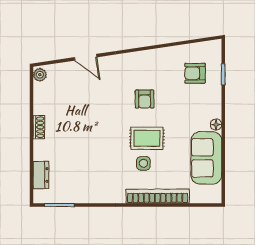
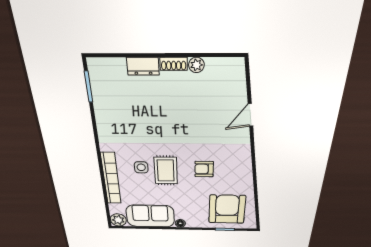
armchair: (195, 73) -> (227, 209), width x1.88, depth x1.88
plant: (40, 75) -> (196, 65), moved
dresser: (41, 175) -> (143, 66), moved
plant: (213, 194) -> (118, 220), added

